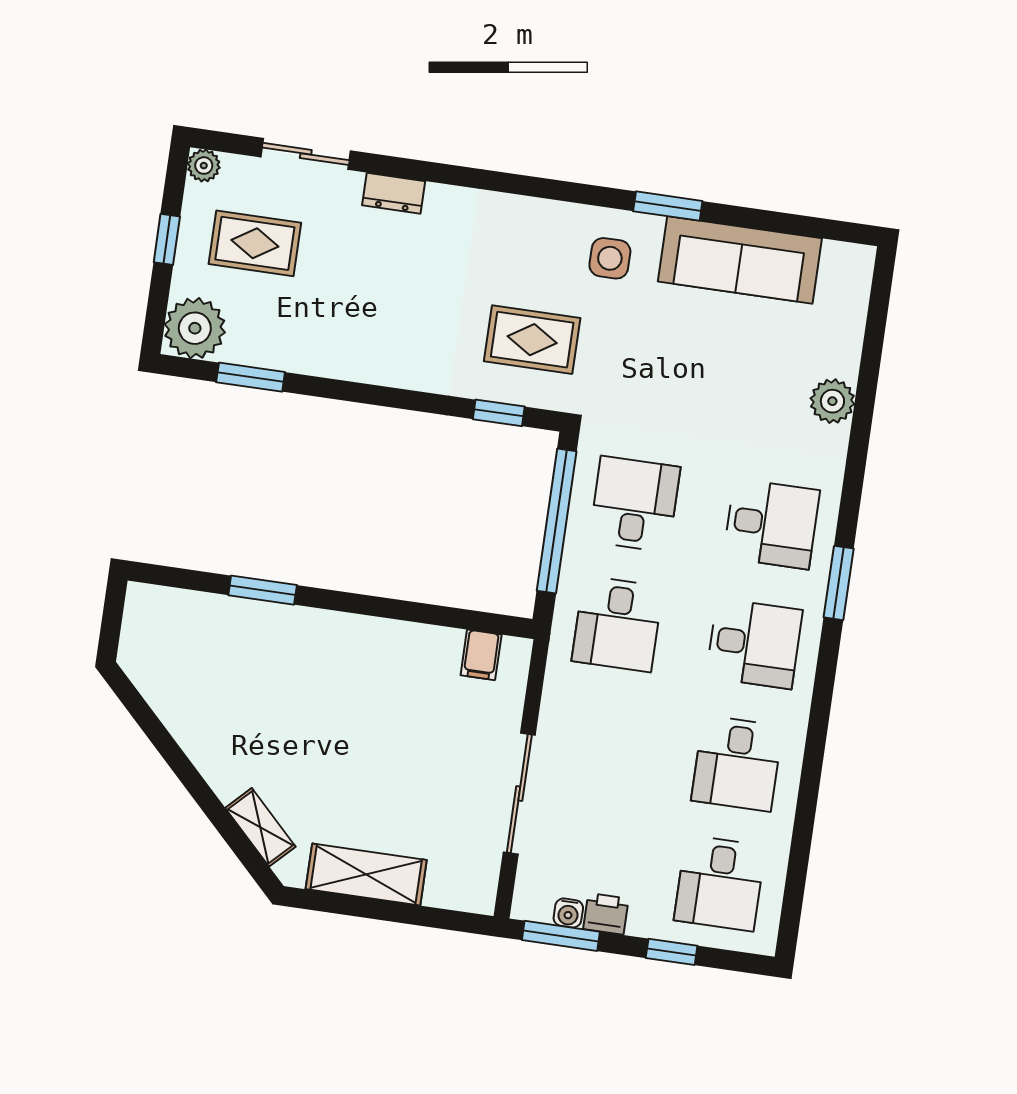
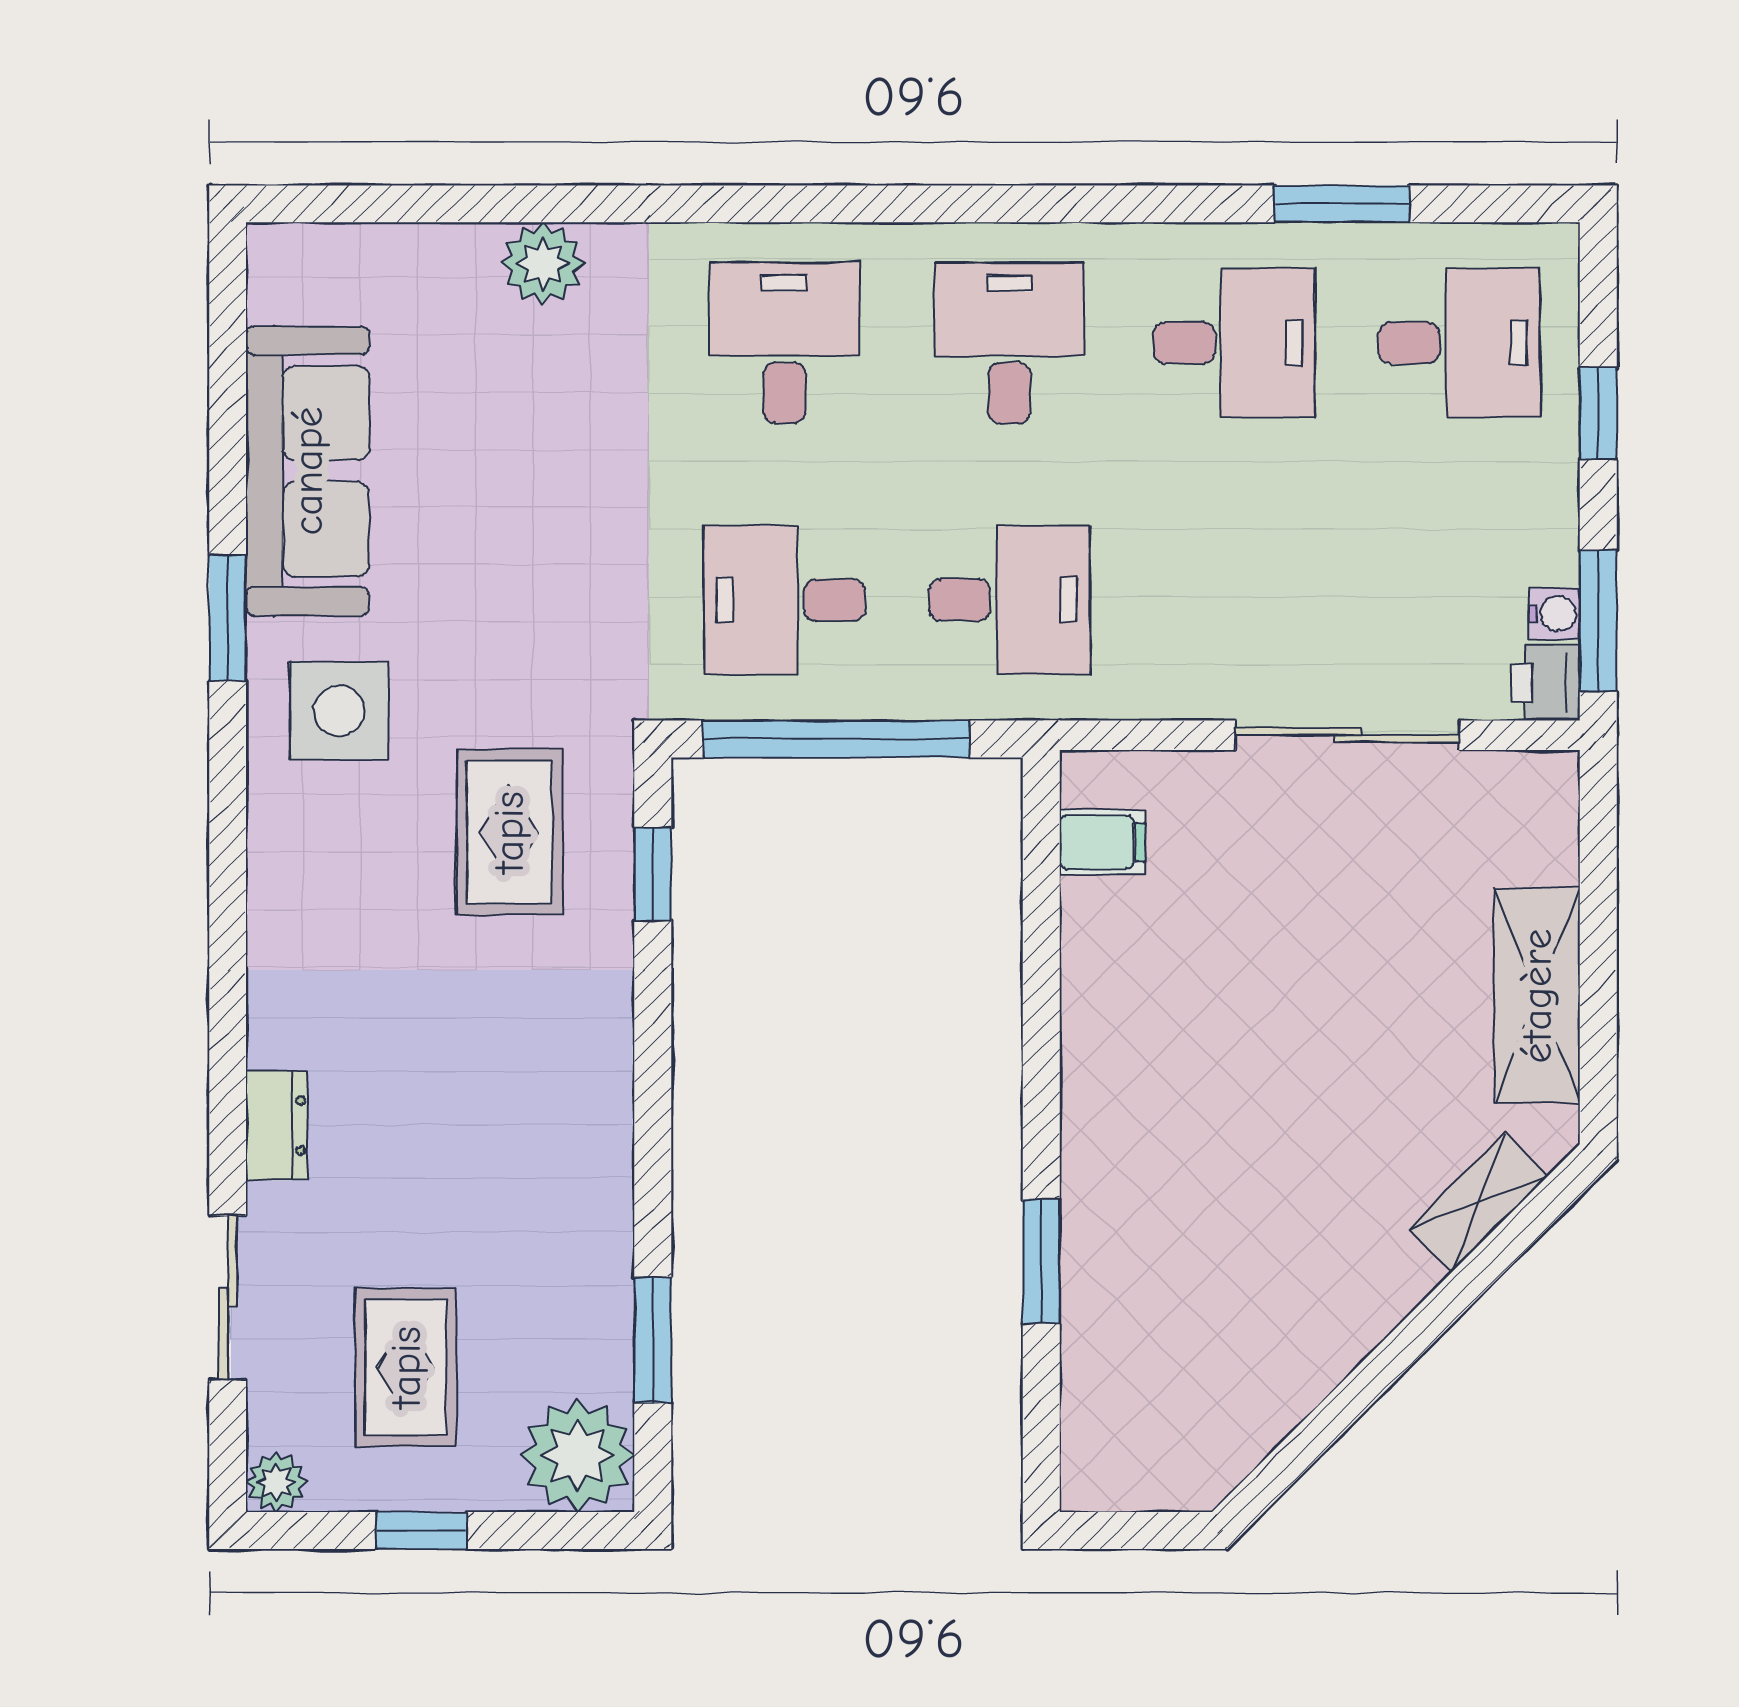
side table: (610, 258) -> (339, 711), width x1.37, depth x1.37
window: (839, 583) -> (1342, 204), moved
printer: (606, 914) -> (1546, 683), moved

